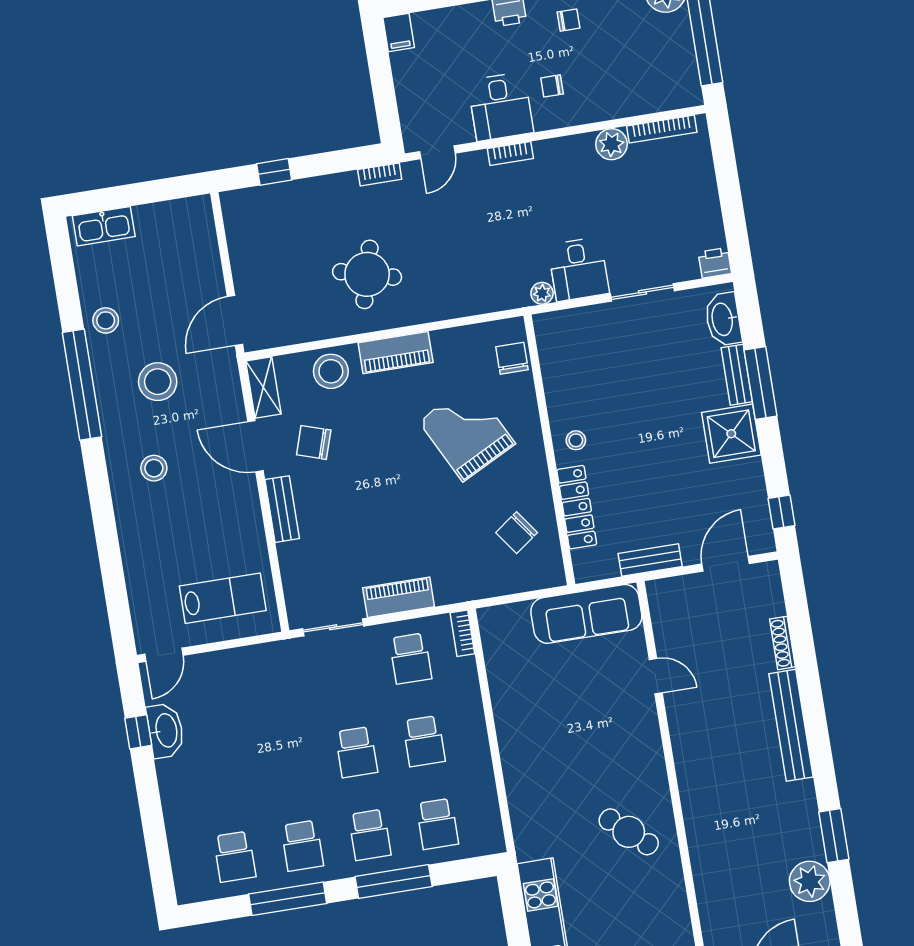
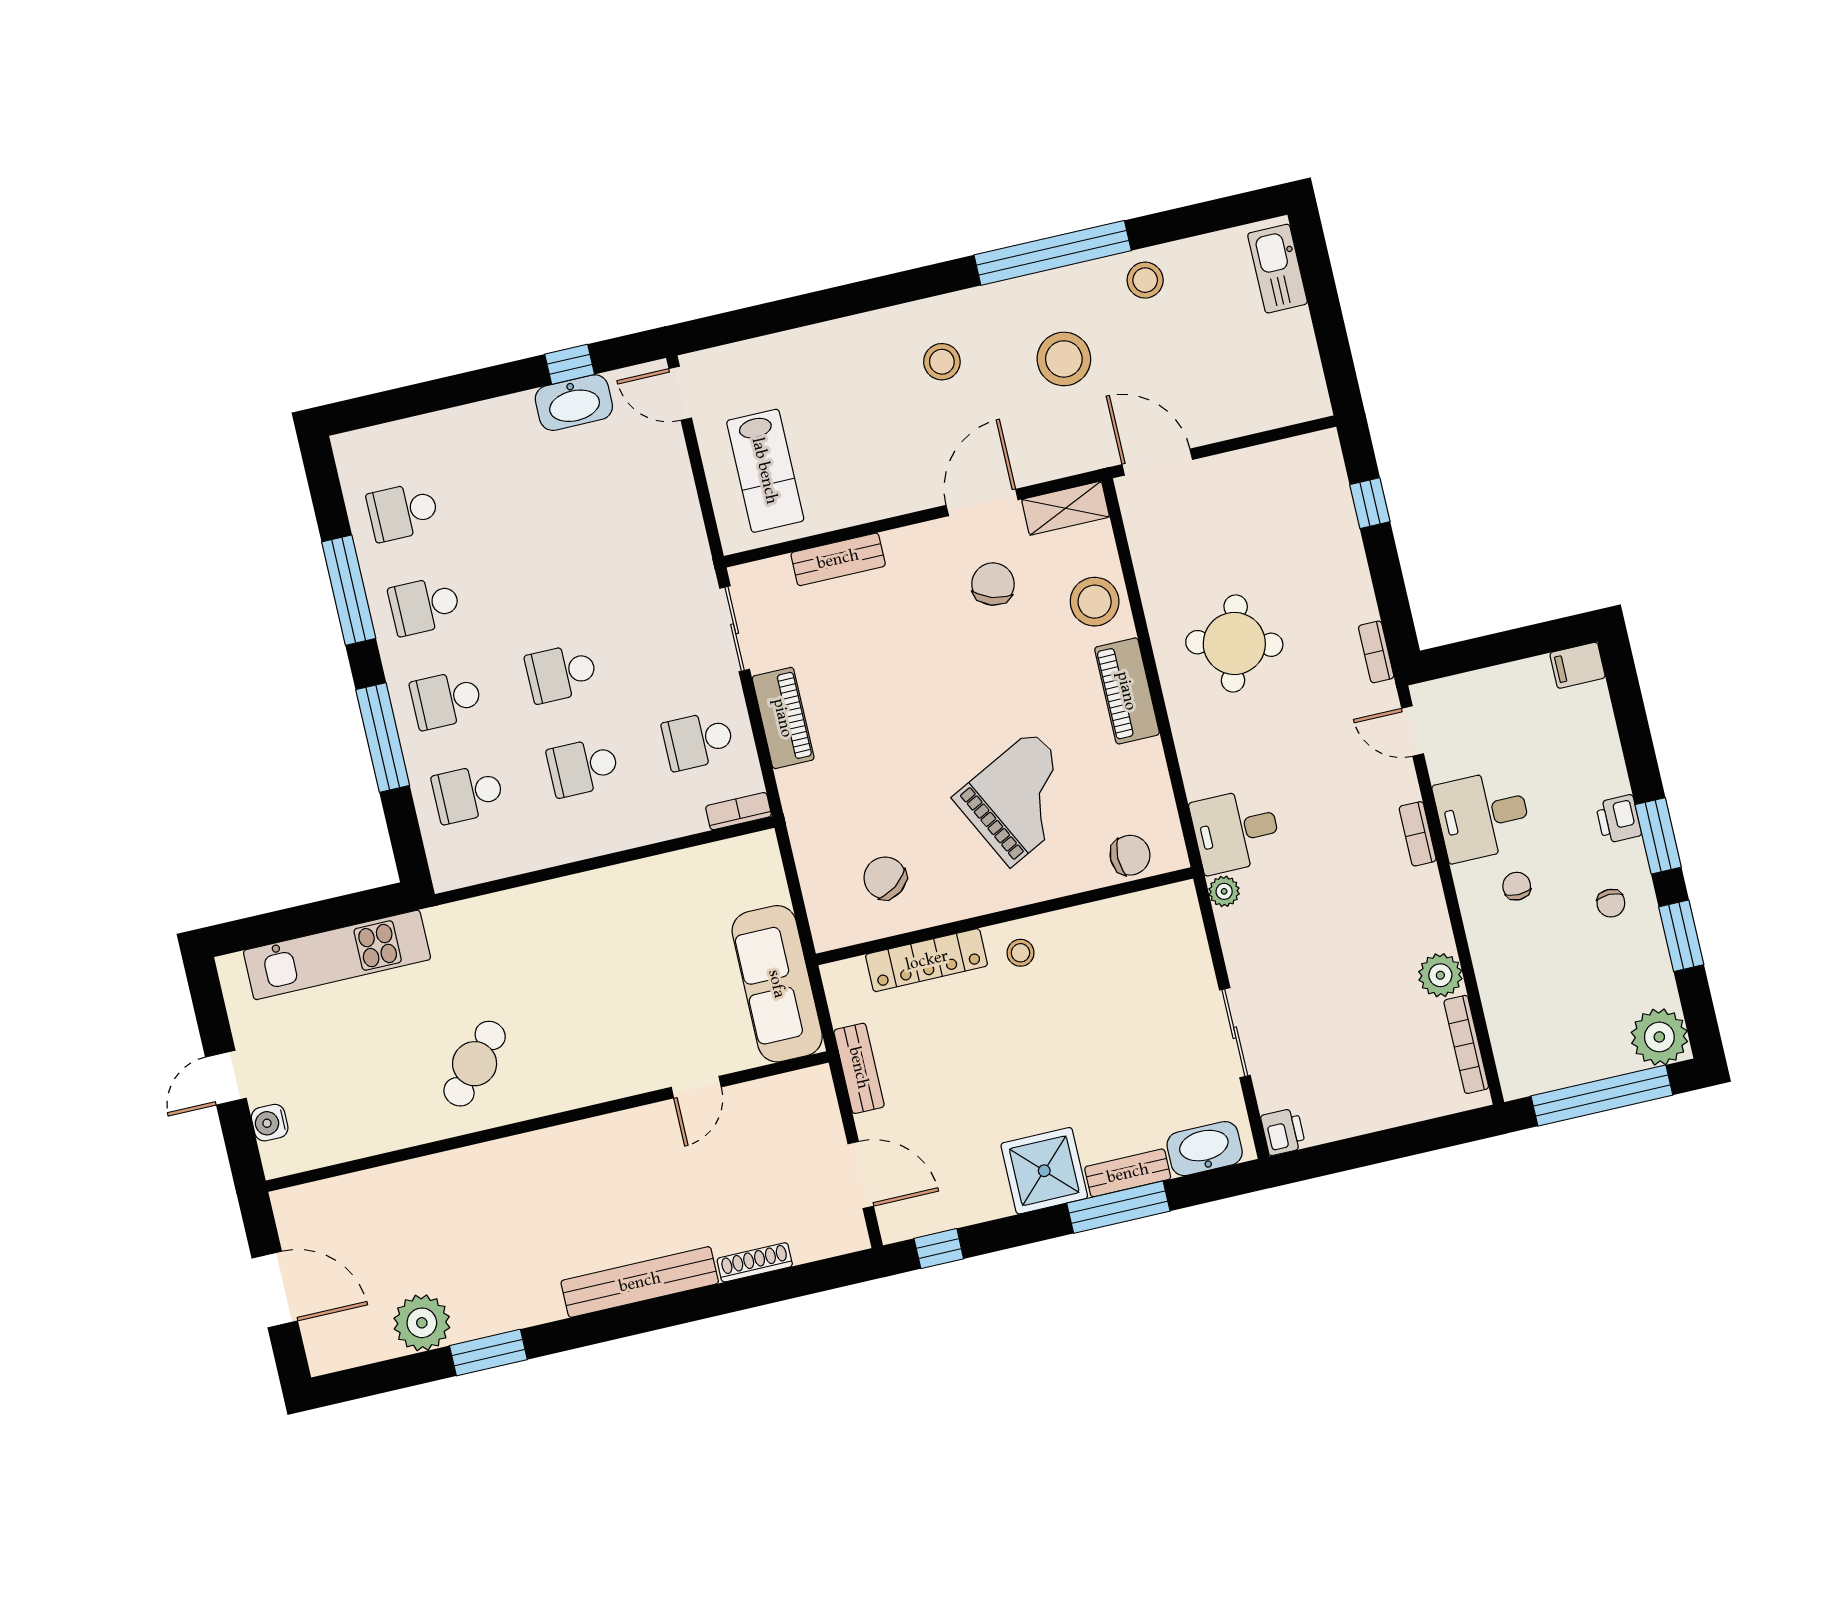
desk: (579, 269) -> (1236, 831), moved
bench: (282, 509) -> (838, 559), moved

